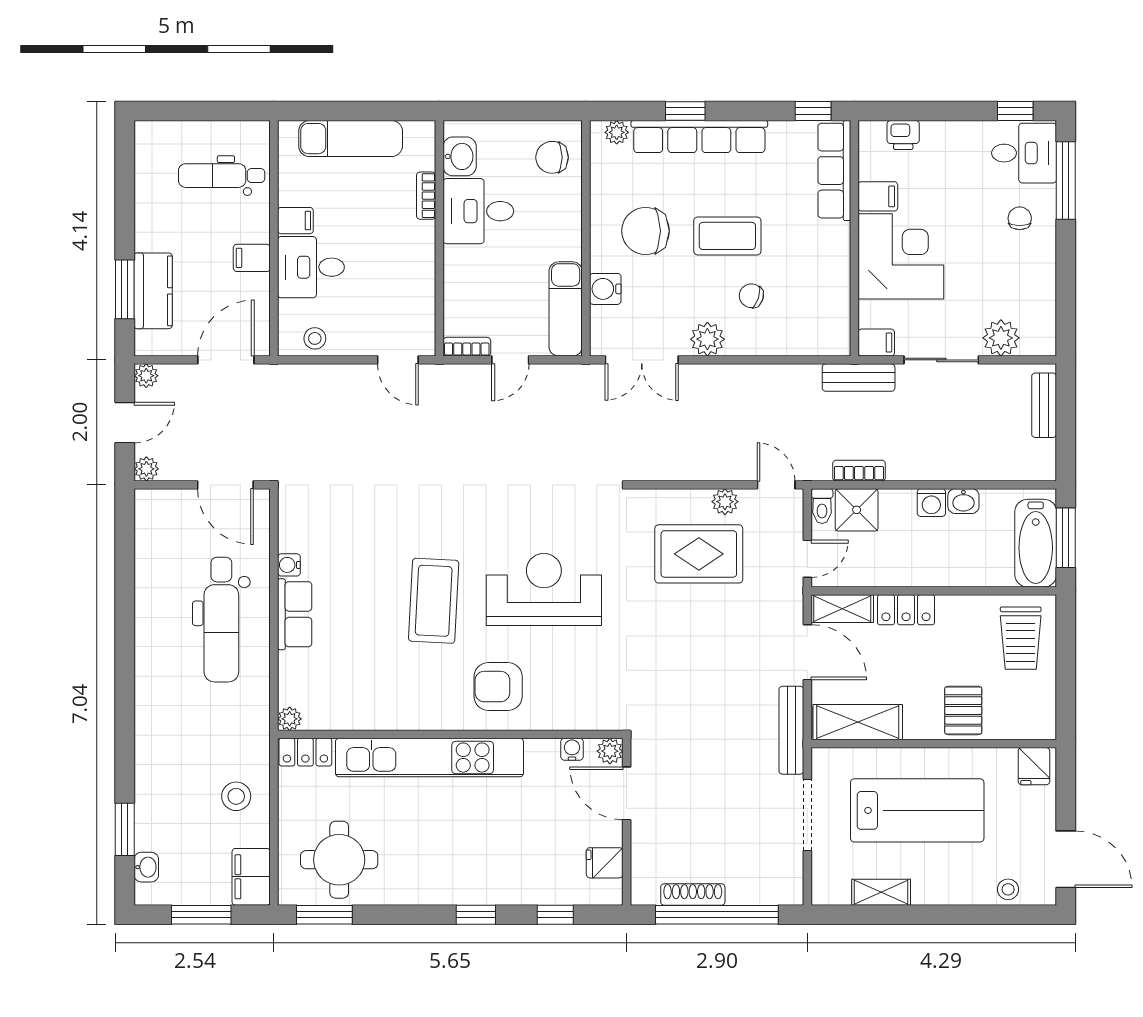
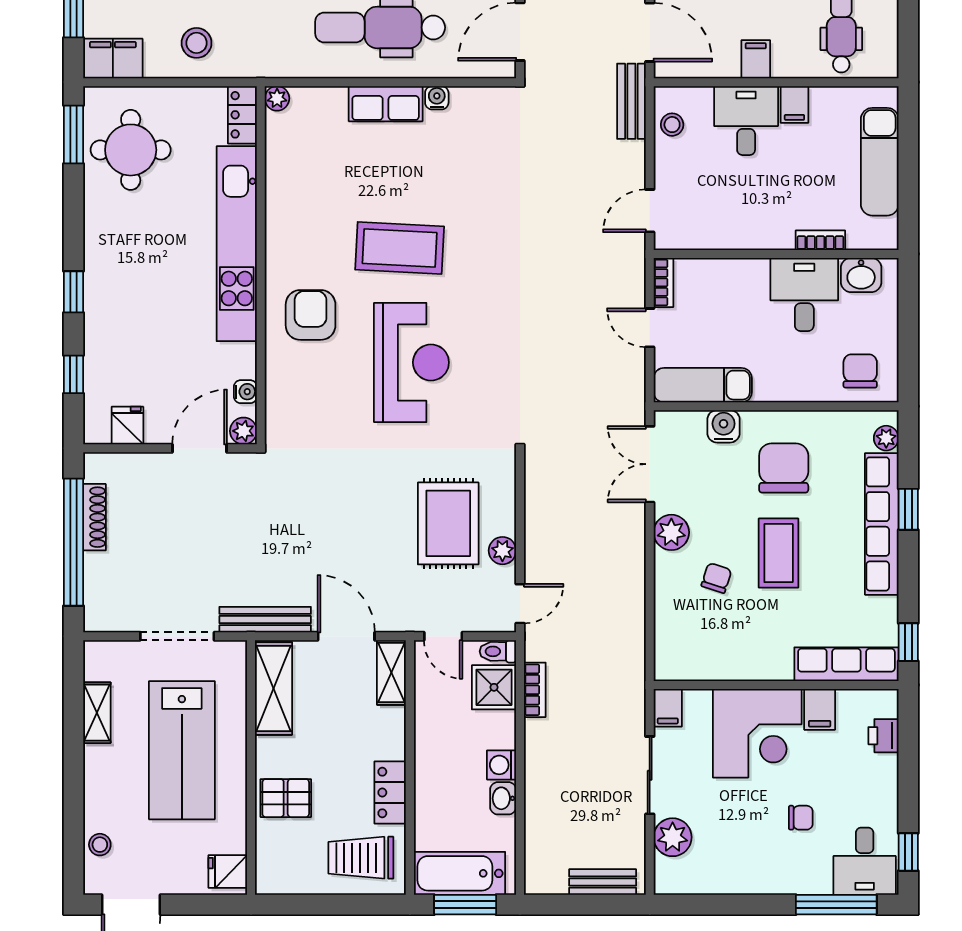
chair: (1020, 218) -> (801, 818), moved
bench: (859, 378) -> (631, 101), moved
locker: (906, 610) -> (390, 793), moved
door: (807, 652) -> (346, 636), swing flipped

